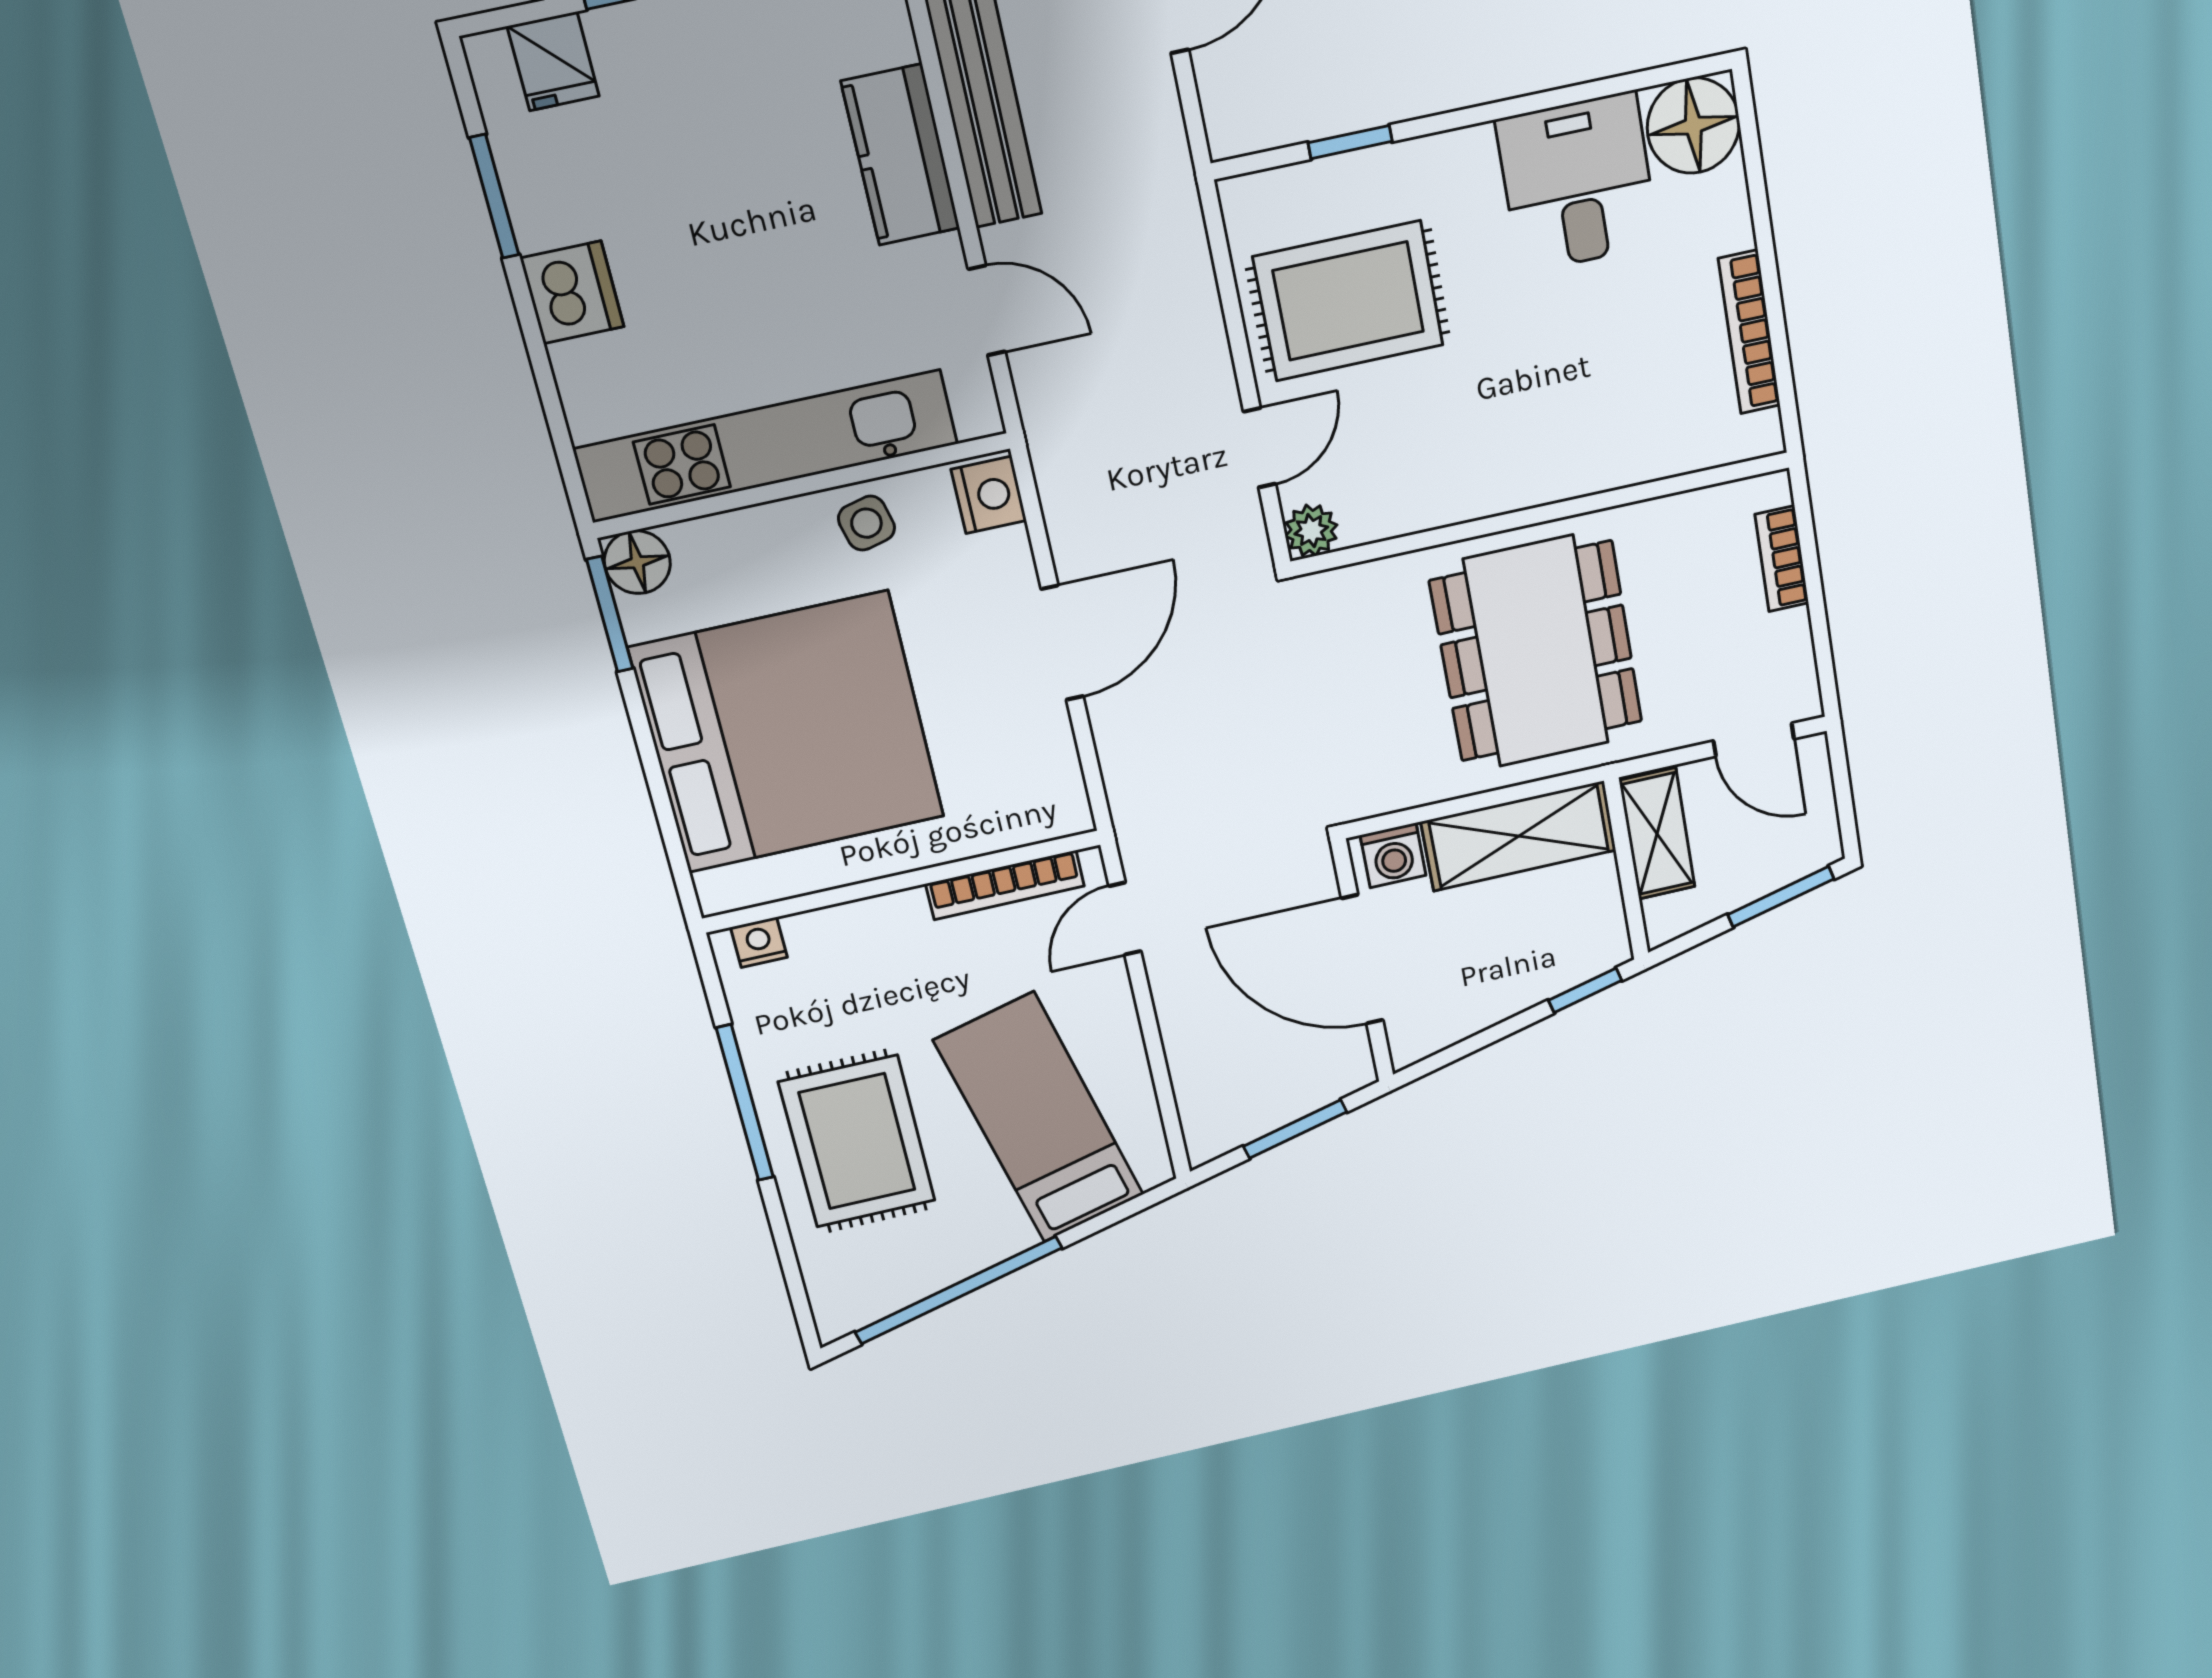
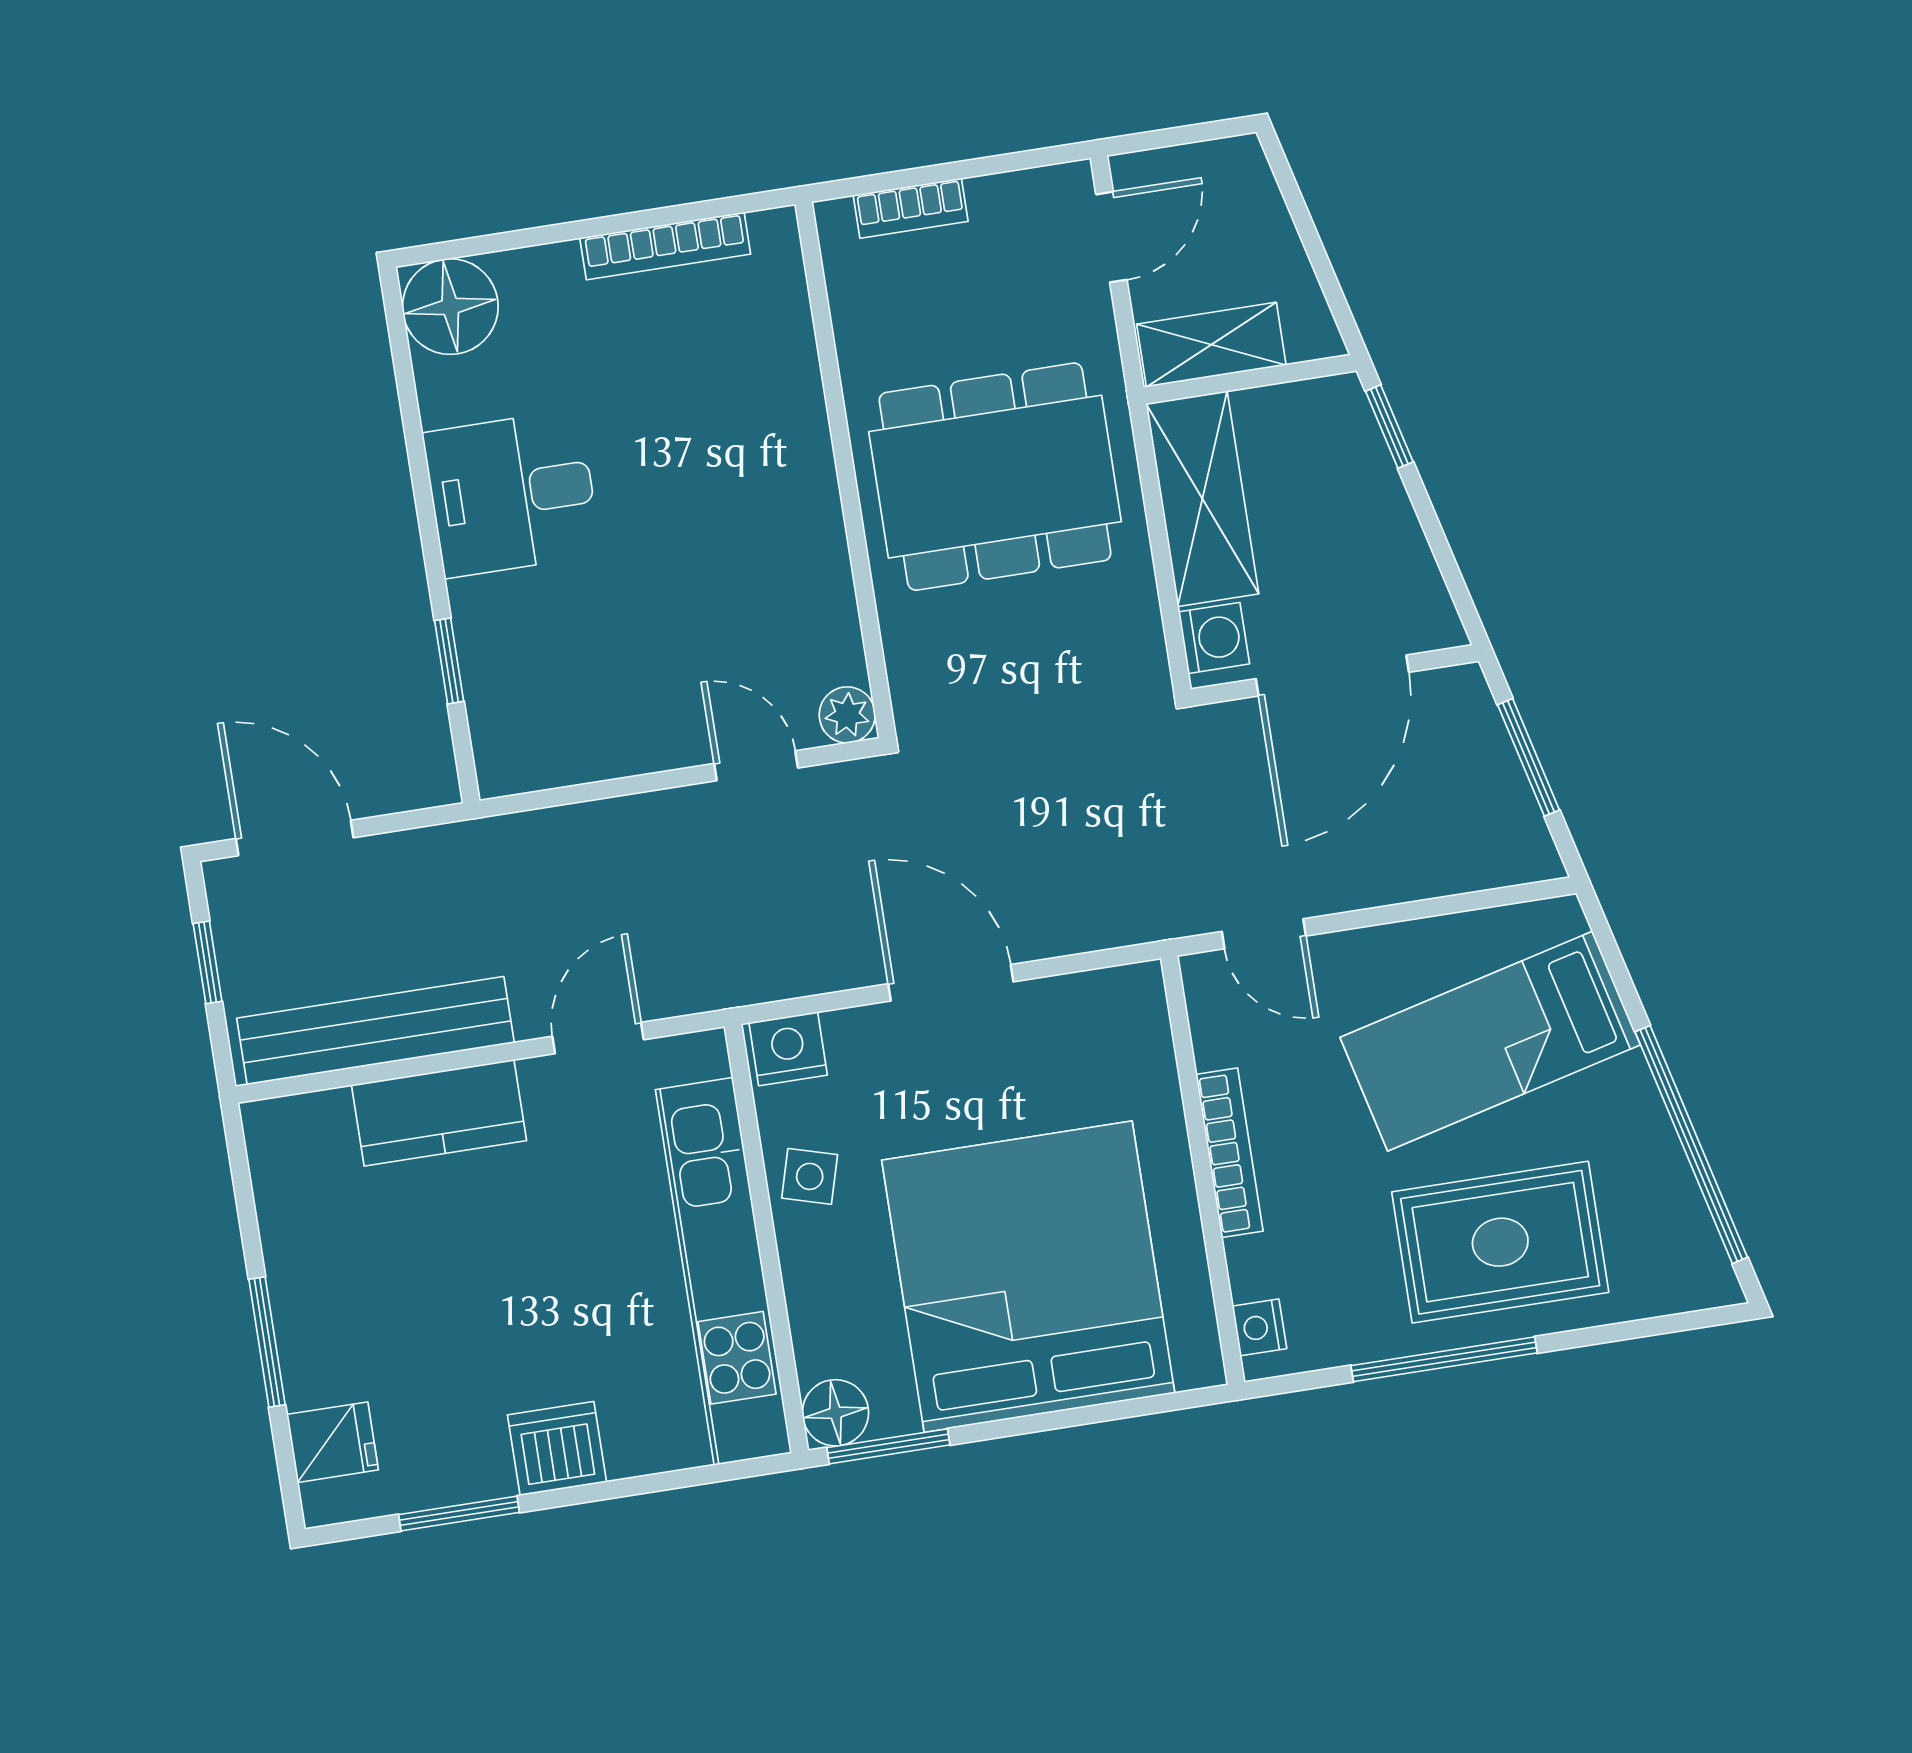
desk: (1578, 183) -> (512, 494), moved
rug: (1348, 301) -> (609, 668), removed
side table: (866, 523) -> (810, 1176), turned 30
bookcase: (1005, 885) -> (1230, 1153), moved
window: (1781, 897) -> (1296, 204), removed

